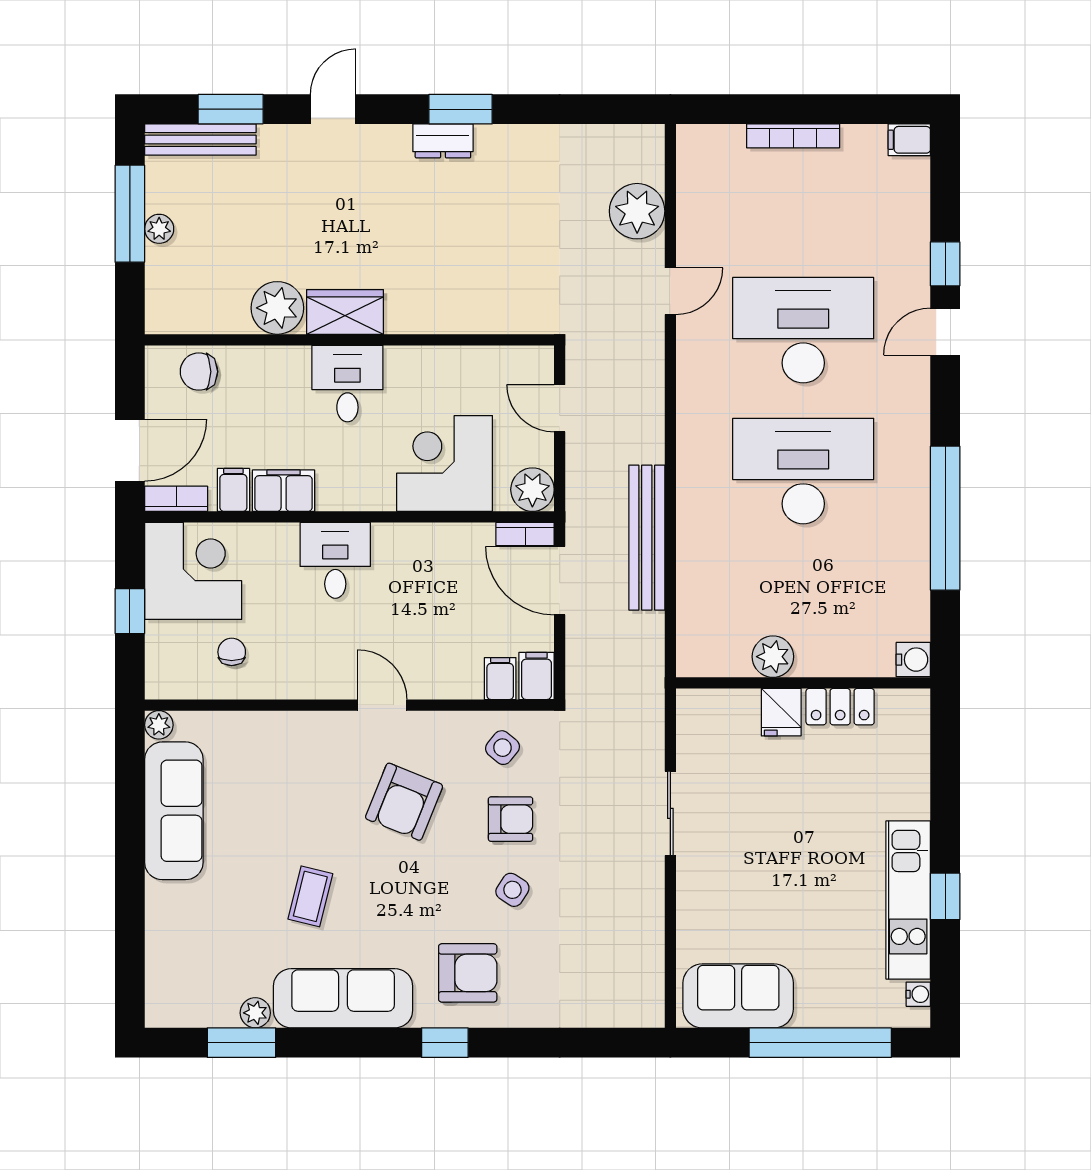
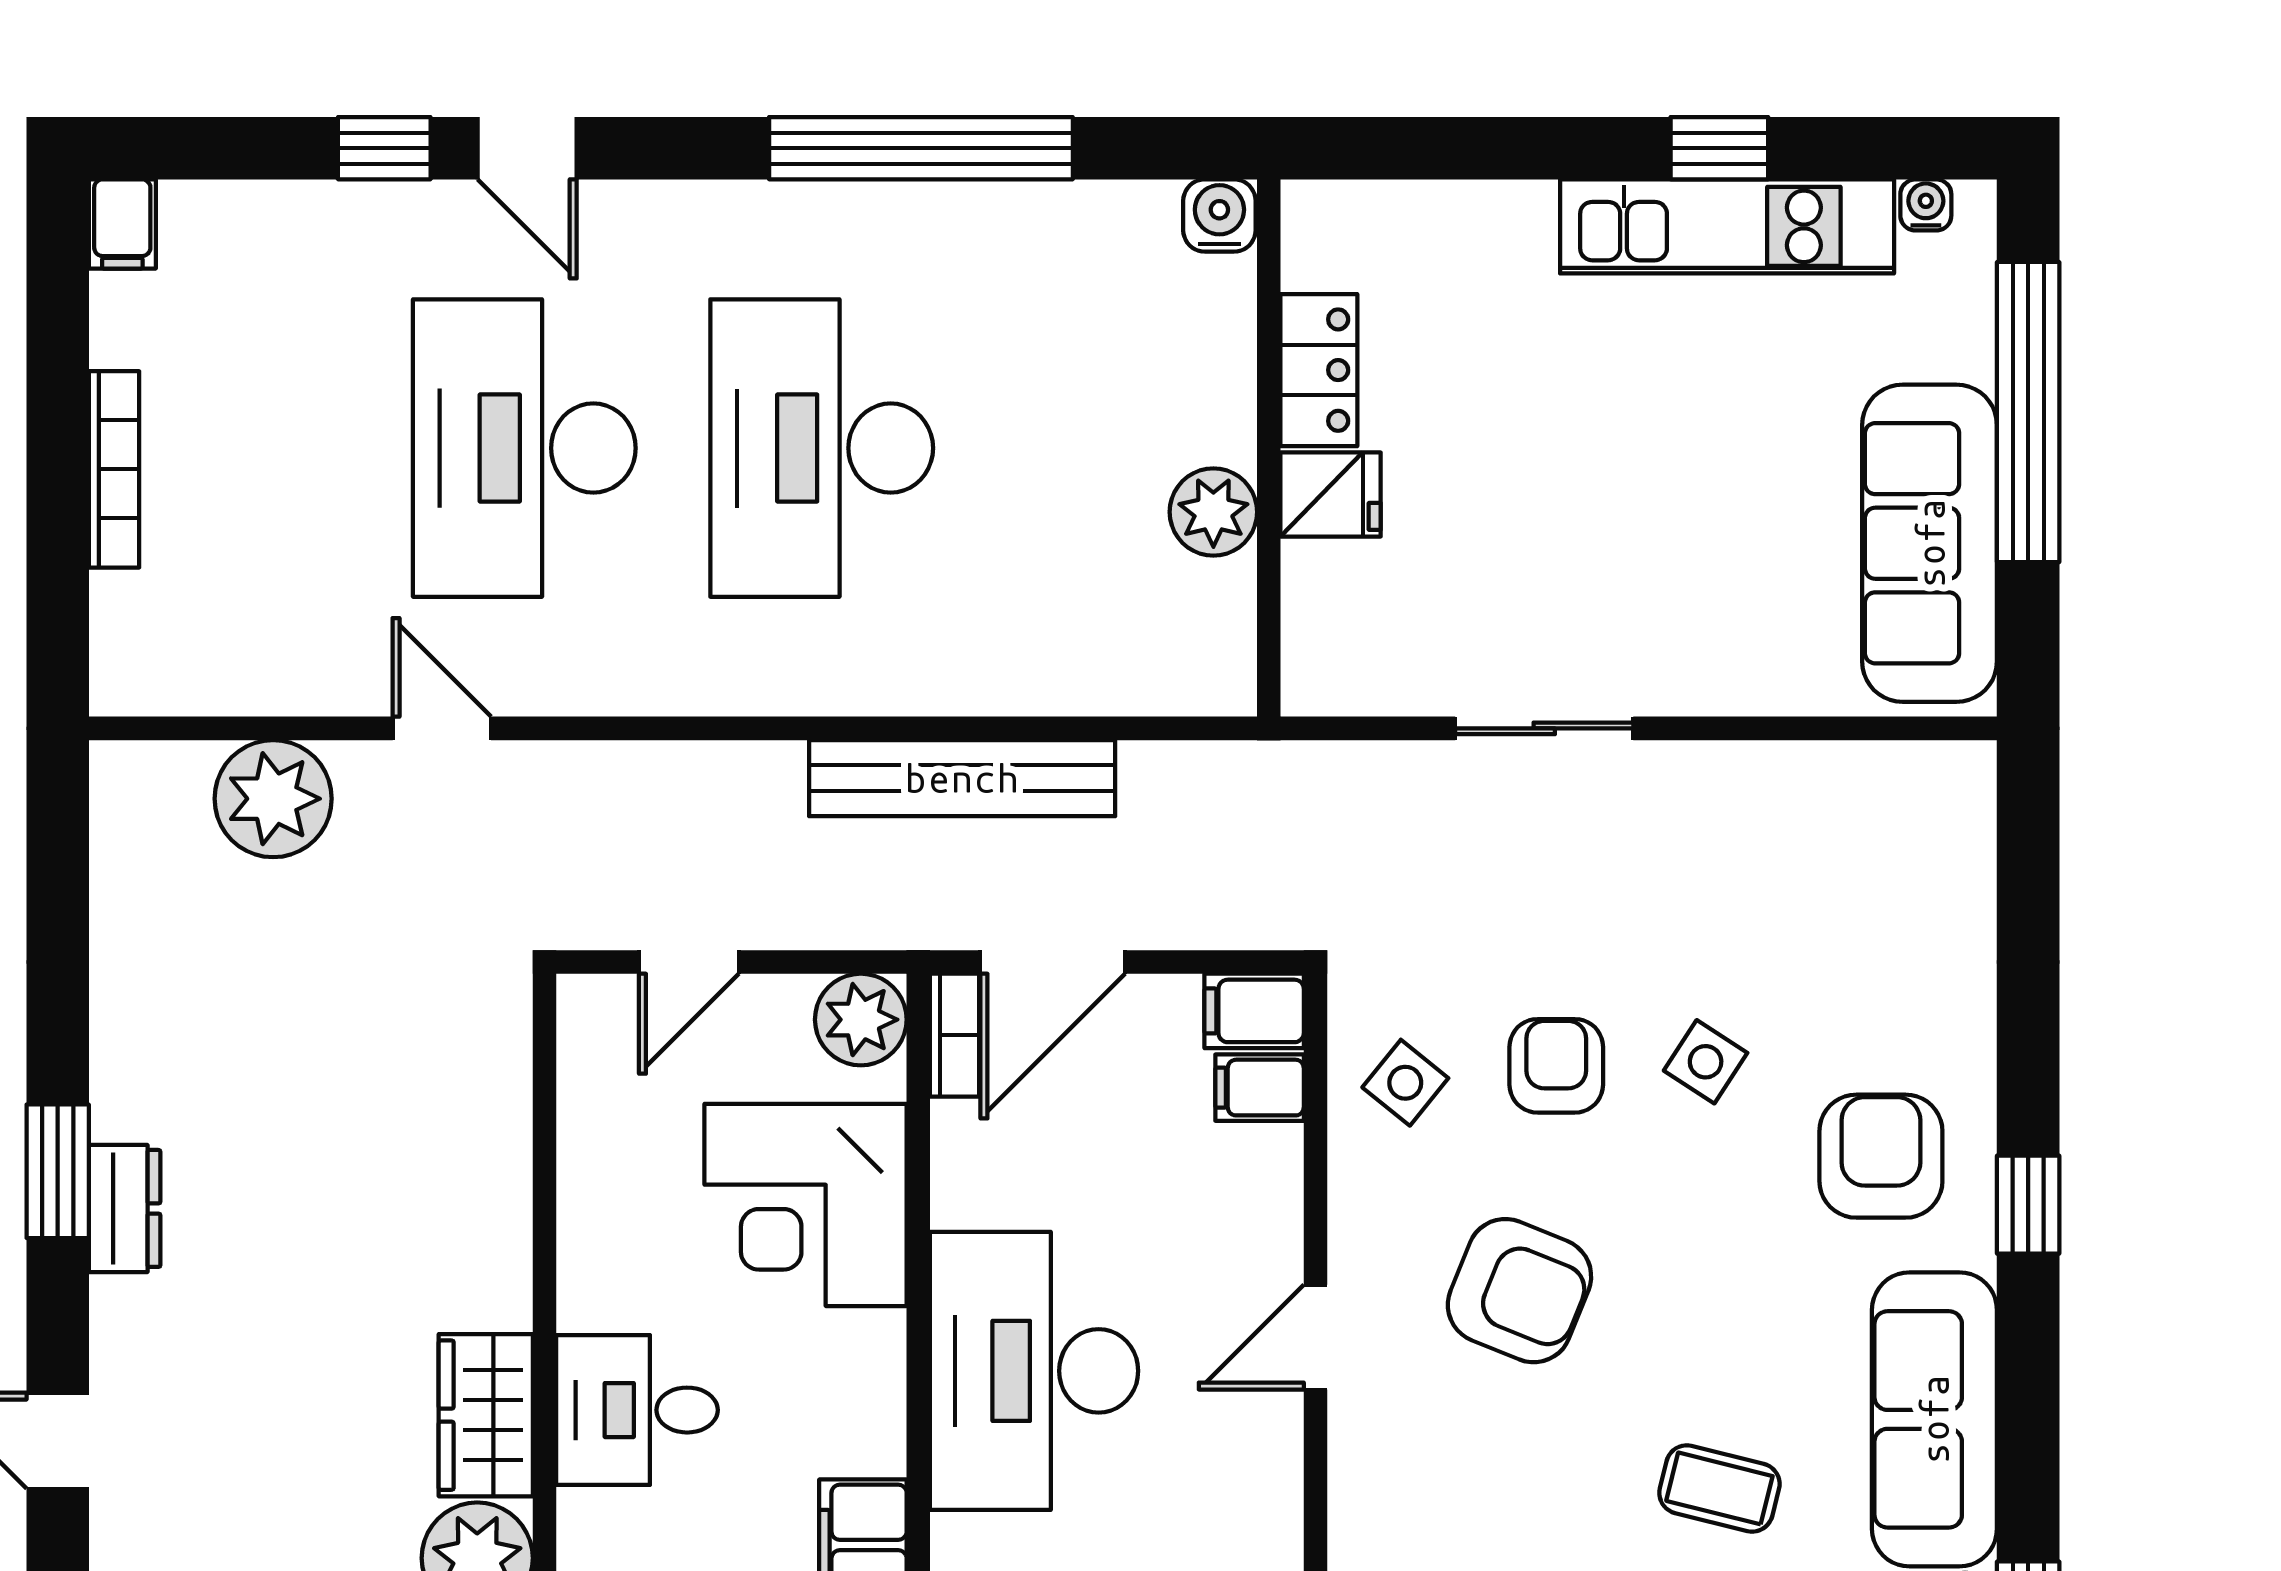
desk: (335, 560) -> (1034, 1371), width x1.87, depth x1.30
sofa: (738, 996) -> (1930, 543), width x1.36

